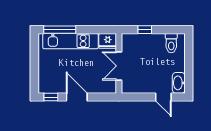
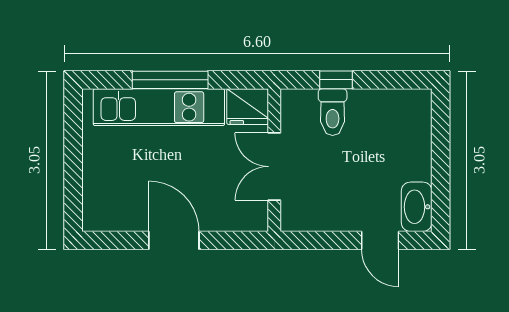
window: (60, 30) -> (170, 80), moved
toilet: (171, 43) -> (333, 112), moved
window: (51, 97) -> (112, 240), removed

